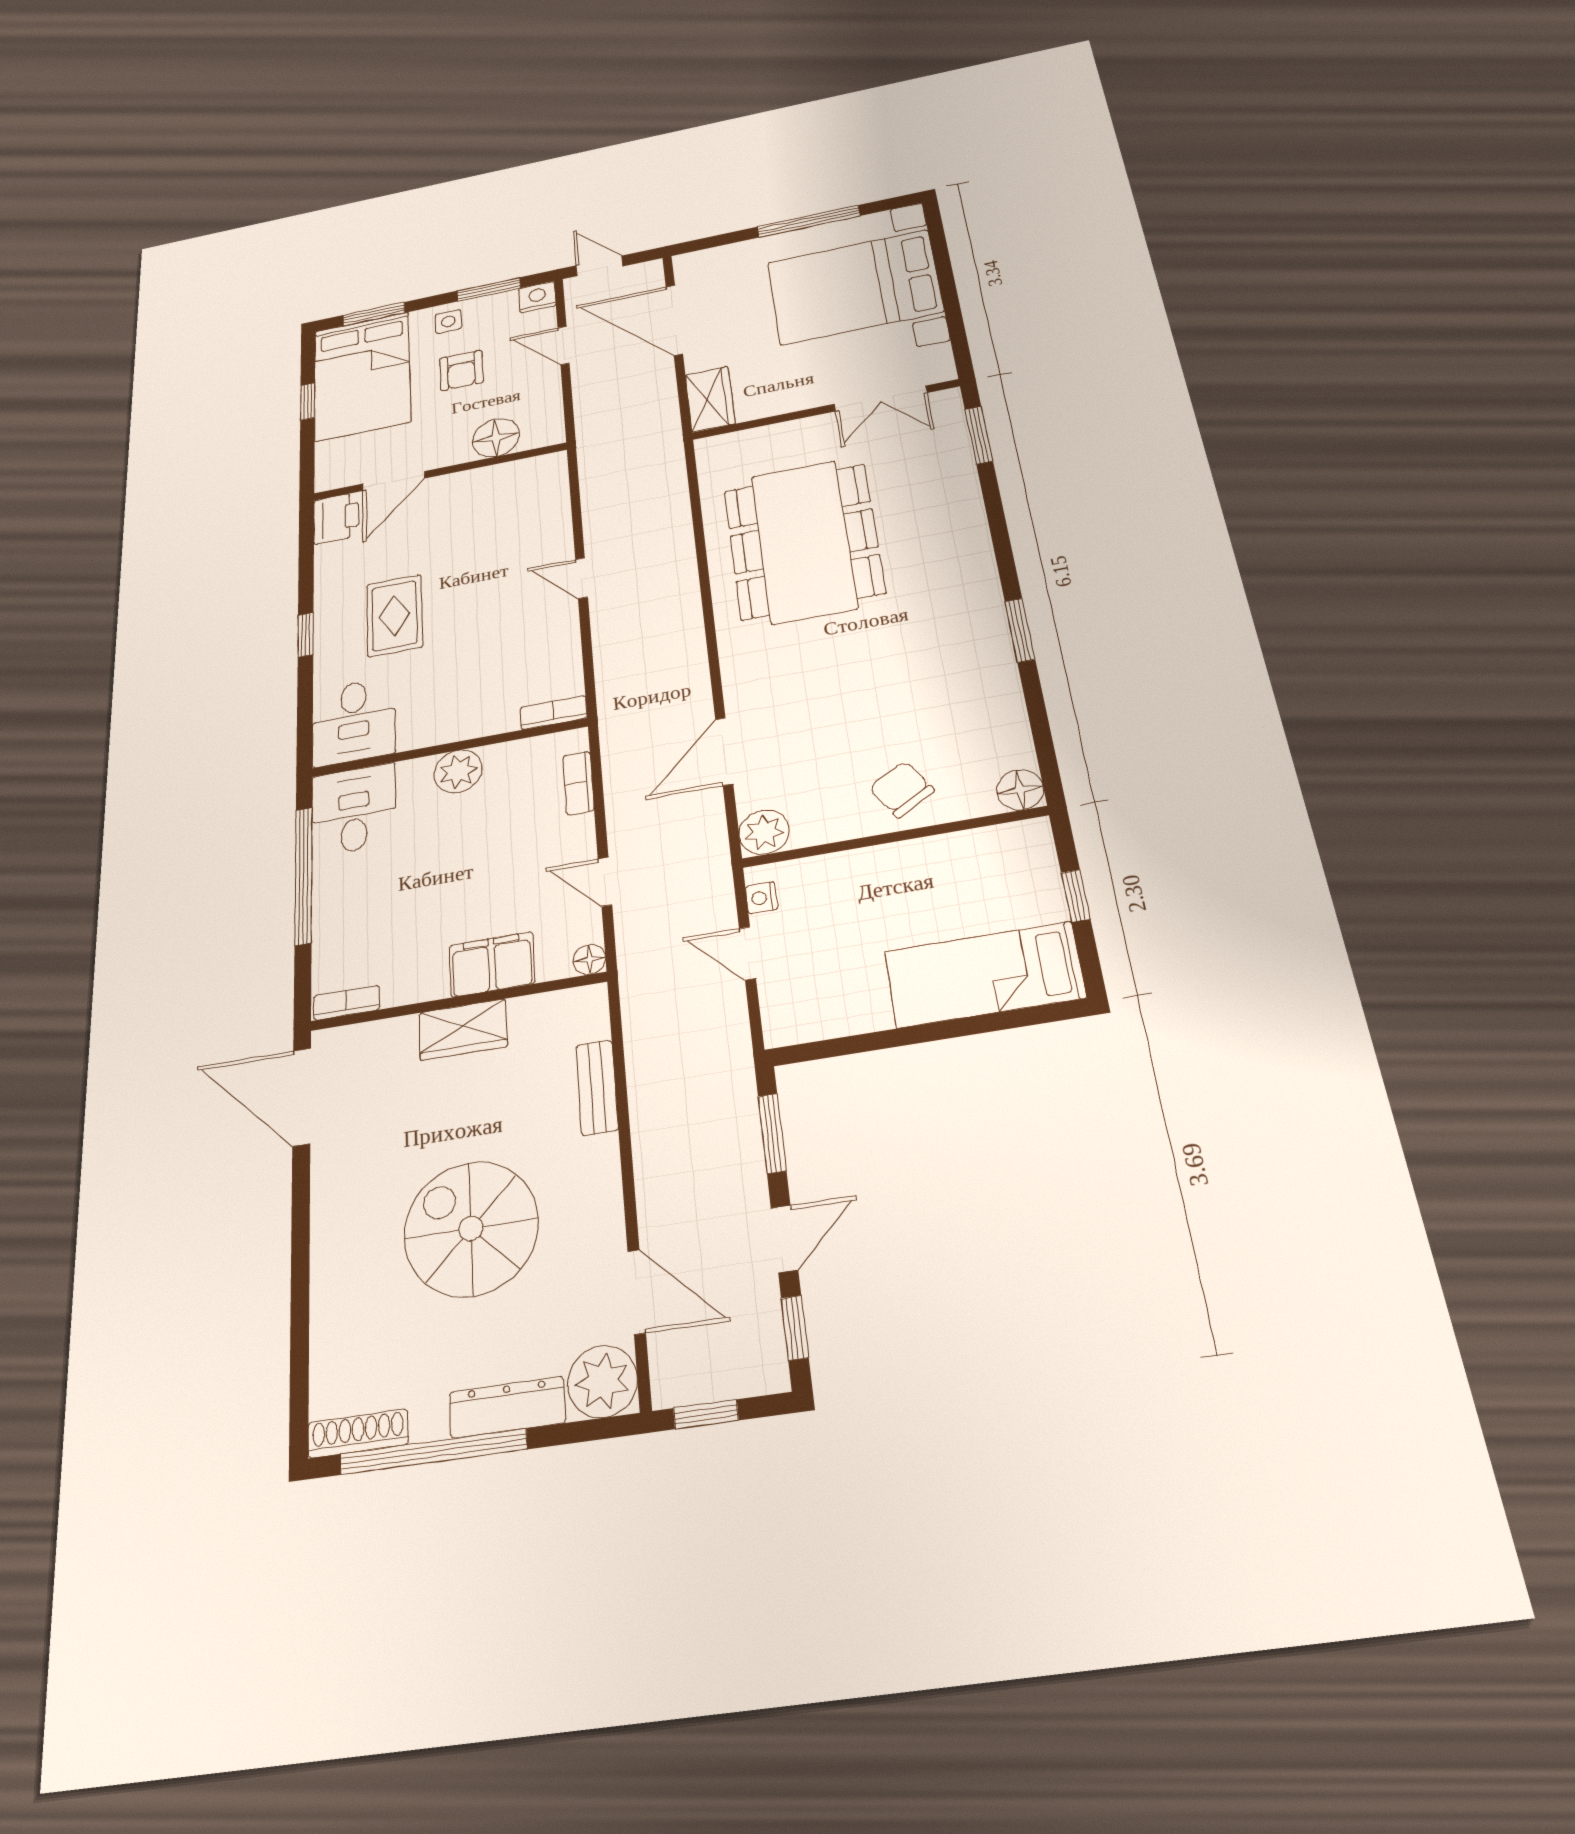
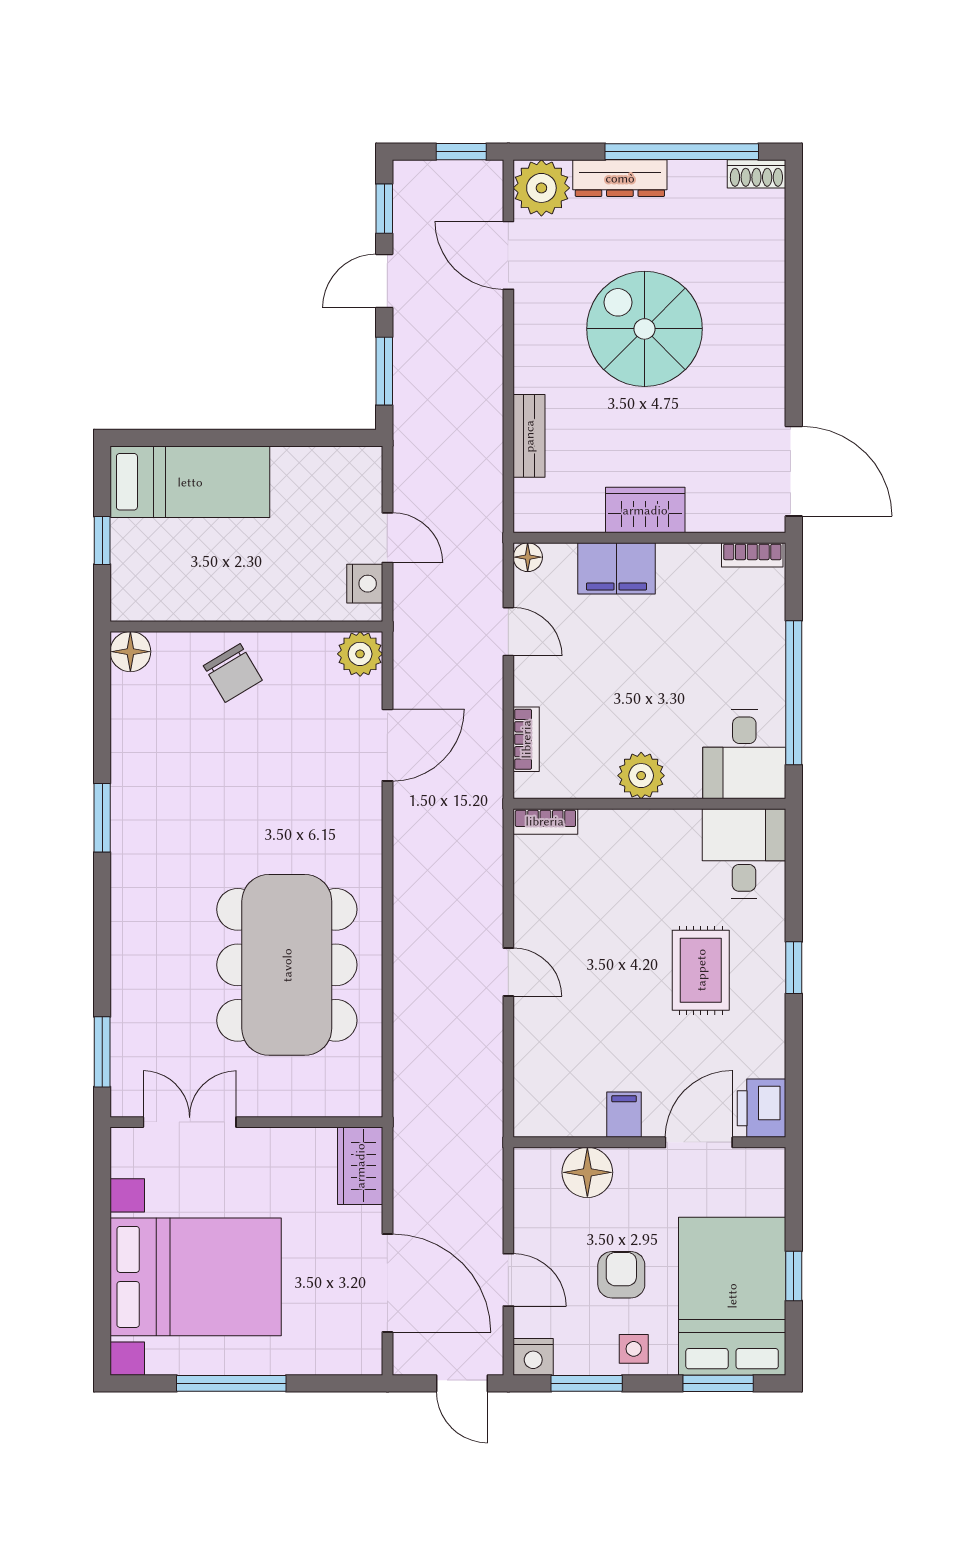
filing cabinet: (464, 488) -> (624, 1115), added
nightstand: (762, 898) -> (365, 584), width x1.39, depth x1.35
spiral stairs: (471, 1228) -> (645, 329), turned 180
shoe rack: (358, 1434) -> (756, 174), width x0.70

